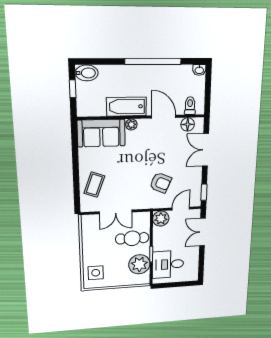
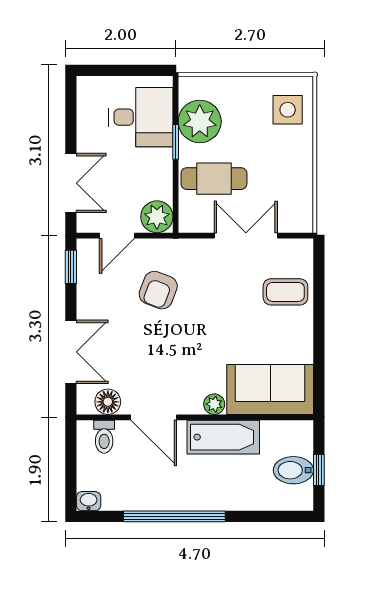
bidet: (87, 73) -> (293, 470), moved
armchair: (161, 183) -> (158, 290), turned -93
coffee table: (94, 185) -> (285, 292), turned 70

